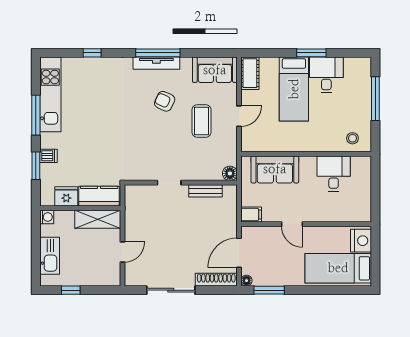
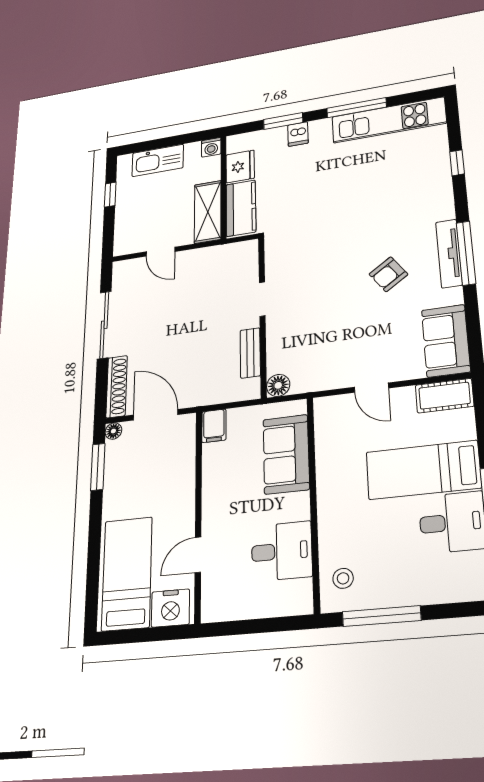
window: (375, 99) -> (381, 616), moved
armchair: (165, 101) -> (388, 274), turned -150
coffee table: (202, 121) -> (360, 332), removed
door: (292, 224) -> (198, 555), moved

